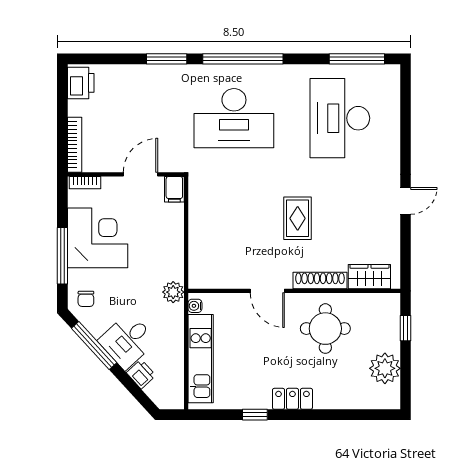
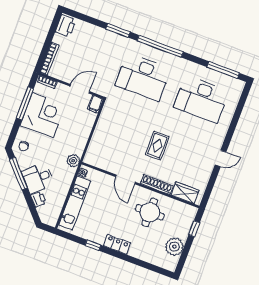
desk: (340, 118) -> (201, 99), turned -90
window: (62, 256) -> (25, 103), moved

